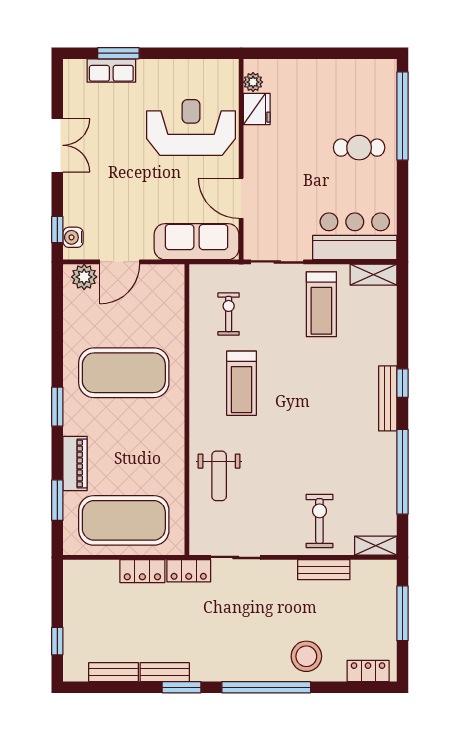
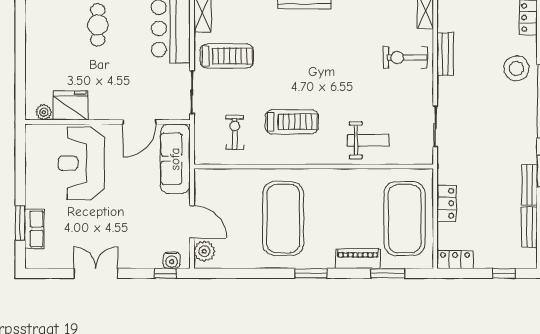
fridge: (257, 109) -> (71, 105), width x1.36, depth x1.34
exercise bike: (229, 314) -> (235, 132), turned 90
locker: (189, 571) -> (455, 260), moved, turned -90

